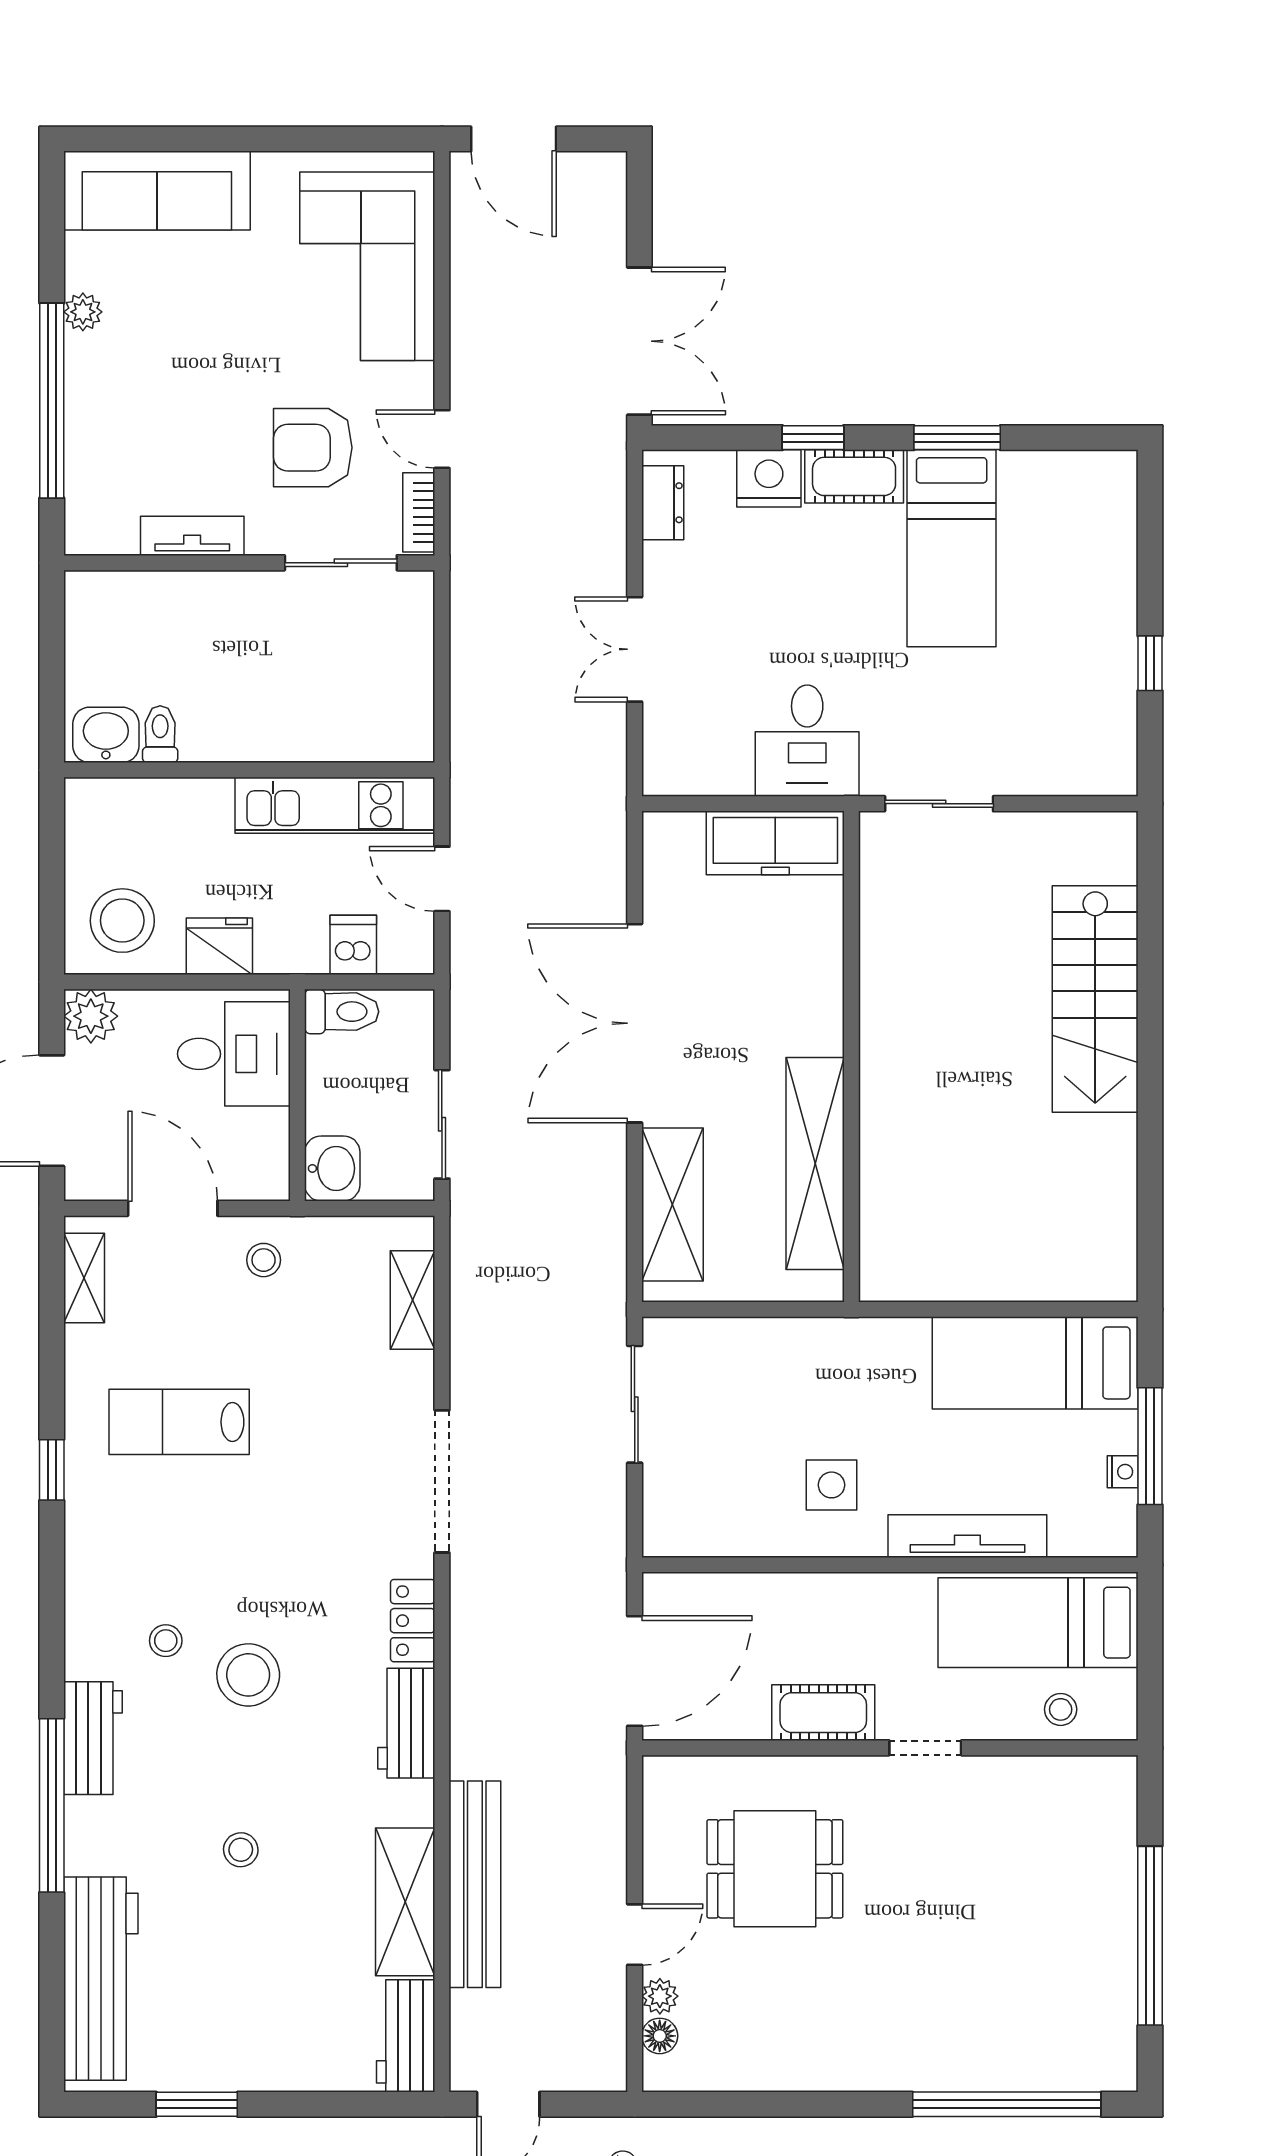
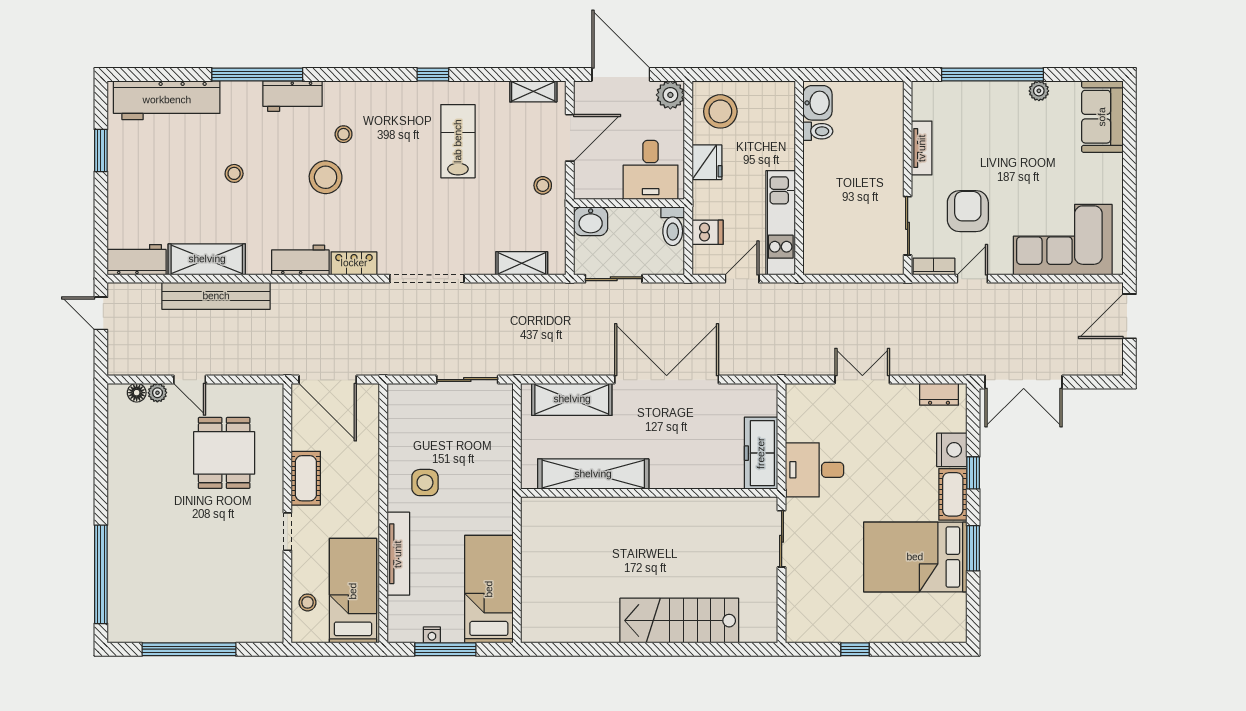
sofa: (157, 191) -> (1102, 117), width x0.73
bed: (952, 548) -> (915, 557), width x1.50

